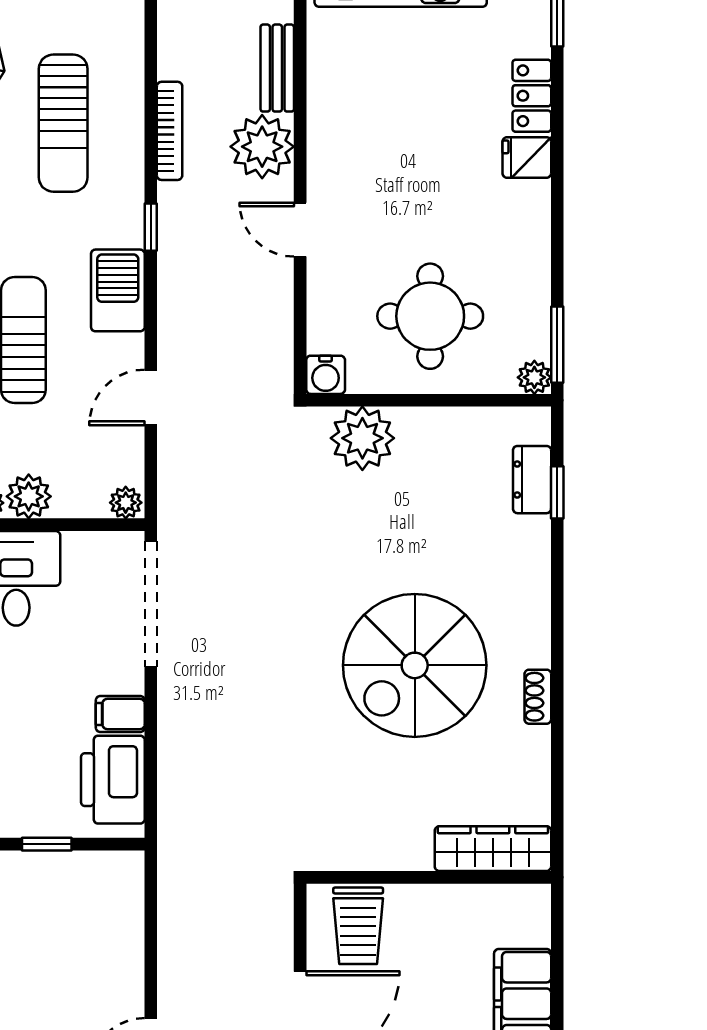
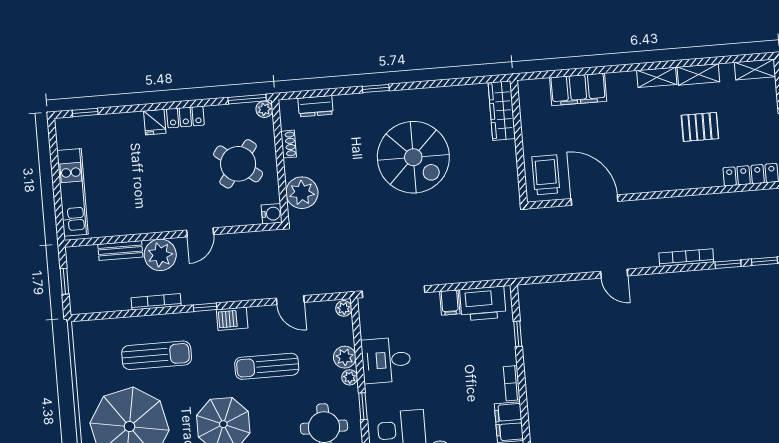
locker: (532, 96) -> (185, 117), moved
barbecue: (118, 290) -> (232, 319), width x0.73, depth x0.79
round table: (430, 316) -> (238, 164), turned 37
window: (557, 492) -> (376, 89), moved
shoe rack: (538, 697) -> (289, 144), moved, turned -90
trolley: (358, 926) -> (546, 175), turned -90

